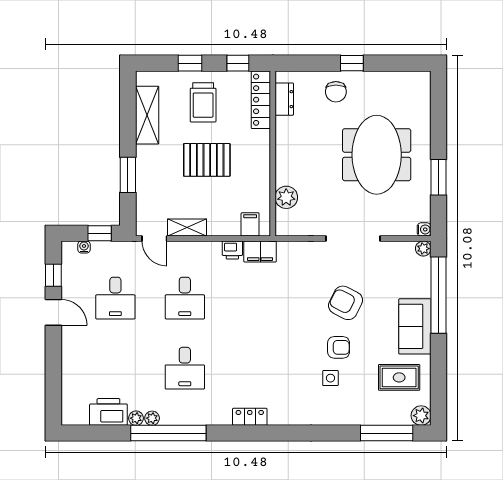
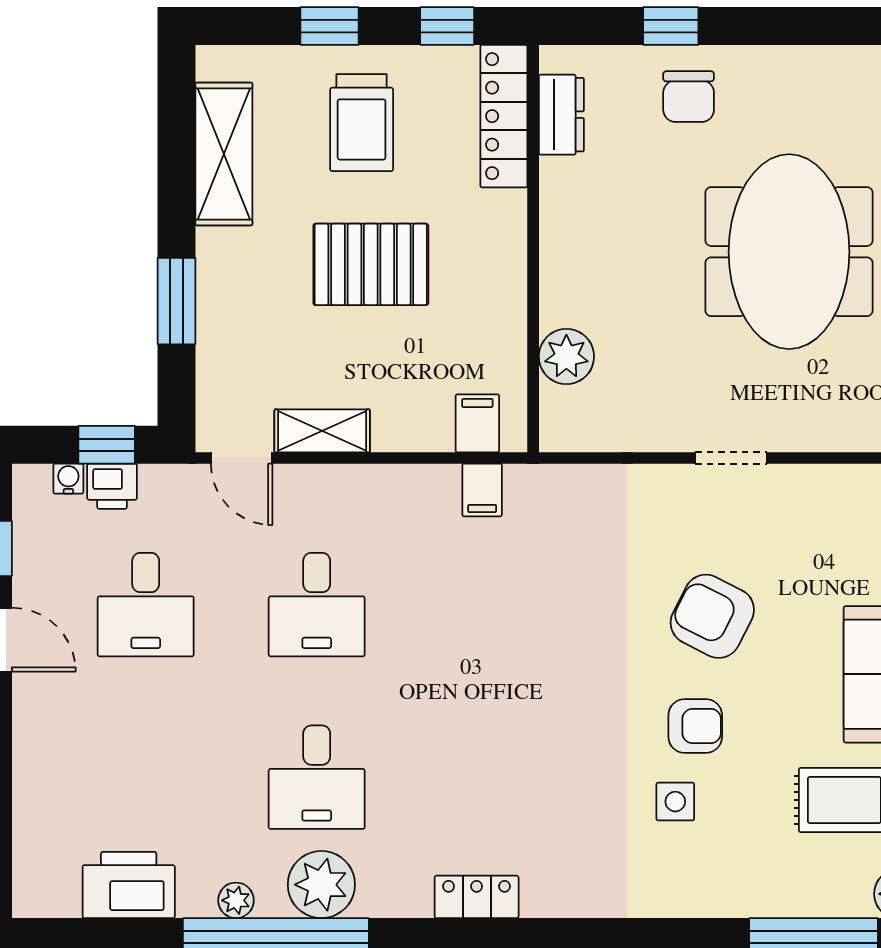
window: (352, 63) -> (671, 26), moved
doorway: (353, 239) -> (731, 458), width x0.53
printer: (232, 250) -> (112, 486), moved
filing cabinet: (260, 252) -> (482, 490), width x0.50
plant: (136, 418) -> (321, 885), moved, width x1.88, depth x1.88

